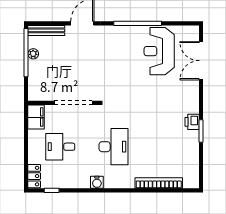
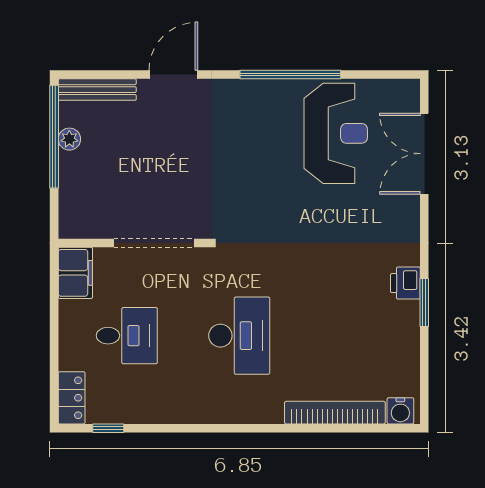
reception desk: (159, 51) -> (336, 133), turned 180
desk: (60, 147) -> (127, 336), turned 180
water cooler: (97, 182) -> (400, 411), moved

